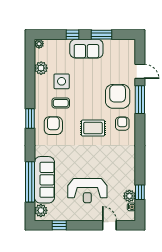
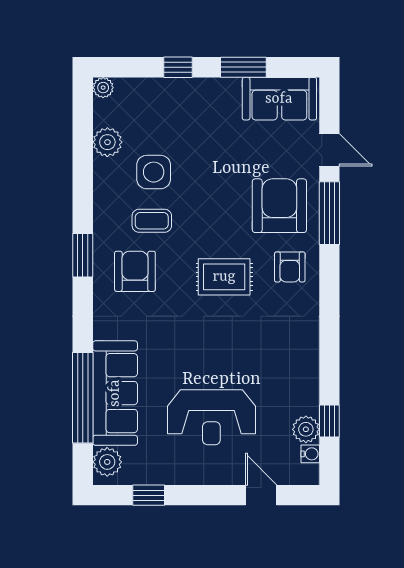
sofa: (86, 49) -> (279, 99), moved
armchair: (122, 124) -> (290, 267), turned 180

